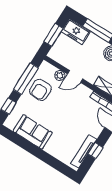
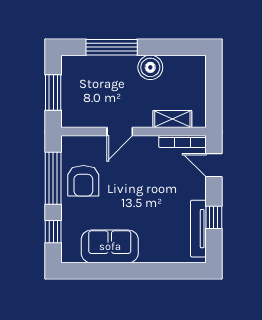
freezer: (76, 32) -> (81, 68), removed
plant: (60, 76) -> (98, 144), removed

